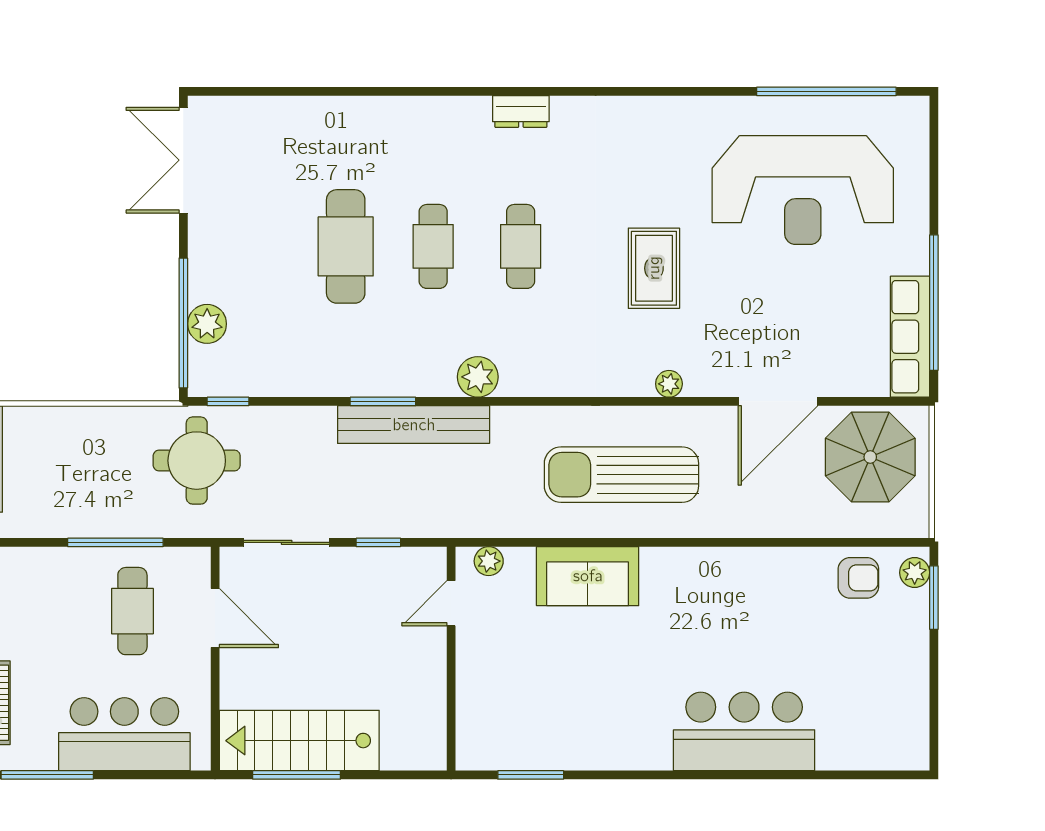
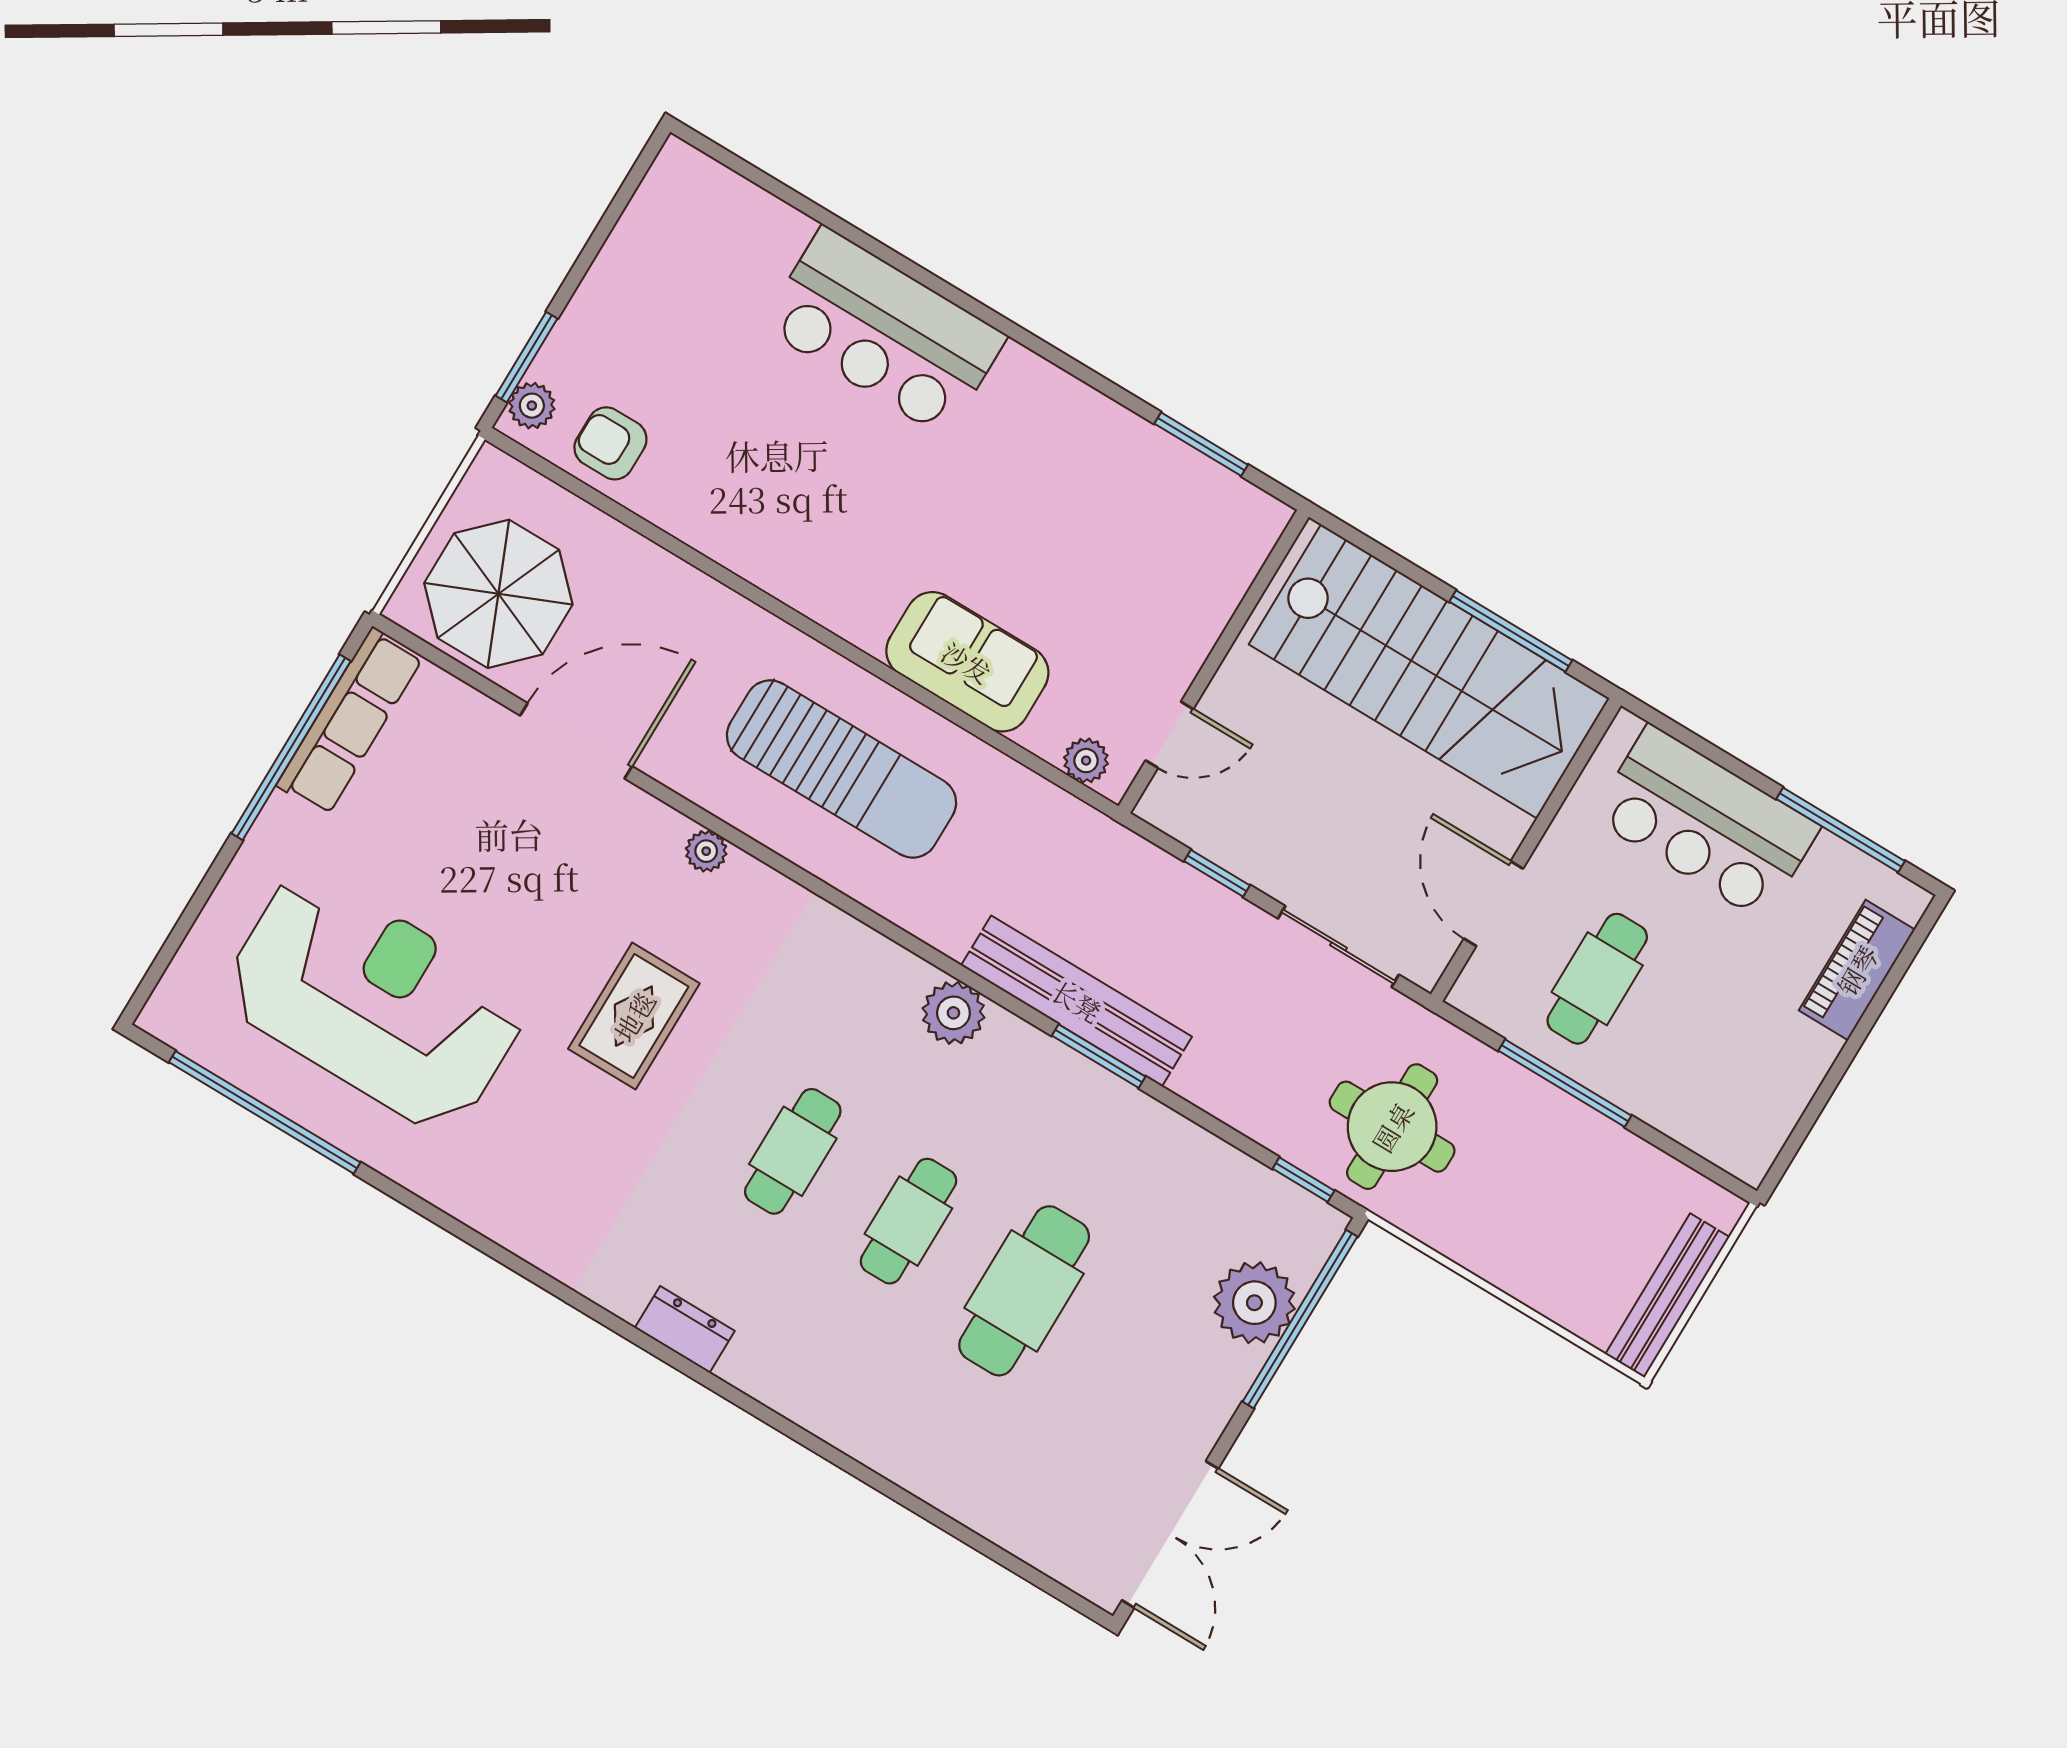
plant: (207, 324) -> (1254, 1303), width x1.36, depth x1.36
stairs: (299, 741) -> (1429, 671), width x1.36, depth x1.51

